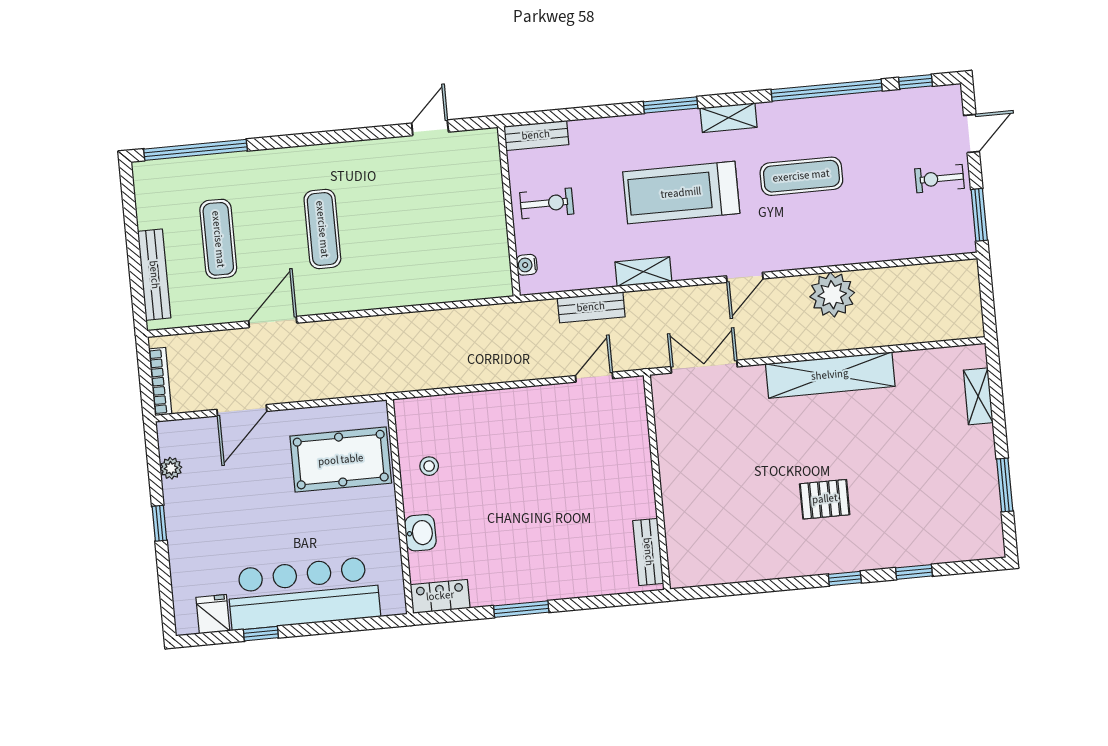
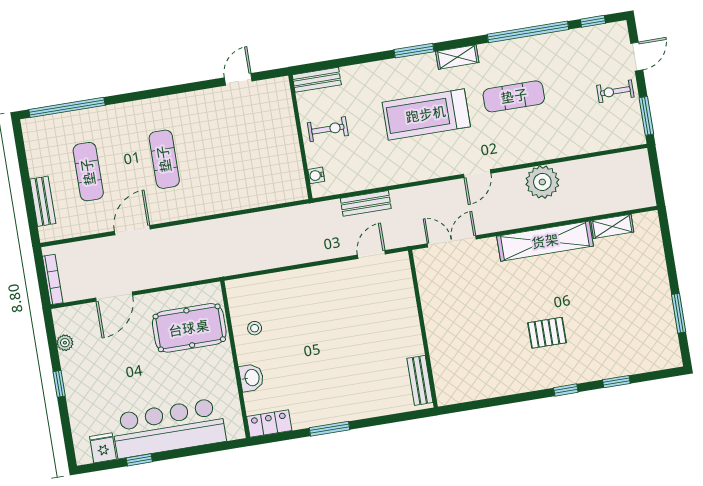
shelving: (643, 272) -> (402, 175), removed
bench: (154, 275) -> (43, 201), width x0.73
shelving: (978, 396) -> (612, 226), moved, turned 90

